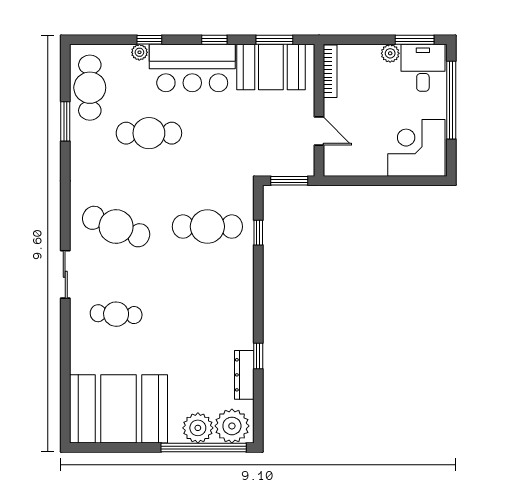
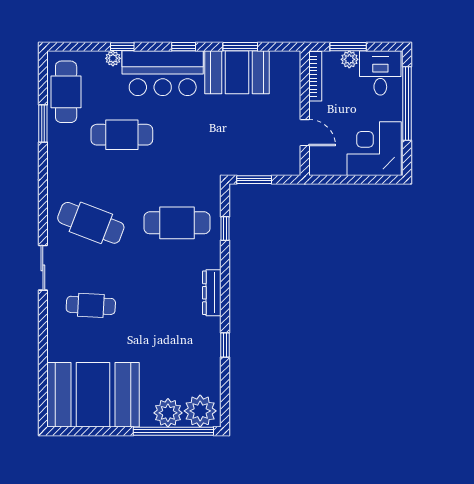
window: (415, 40) -> (348, 47), moved
bookcase: (330, 71) -> (315, 76), moved
wall: (319, 110) -> (305, 113), moved
door: (319, 131) -> (305, 133), moved
dresser: (244, 375) -> (212, 293), moved

